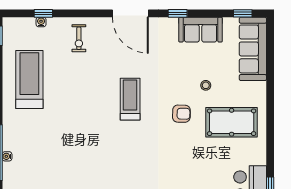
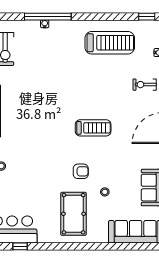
armchair: (181, 114) -> (81, 171), turned -91

